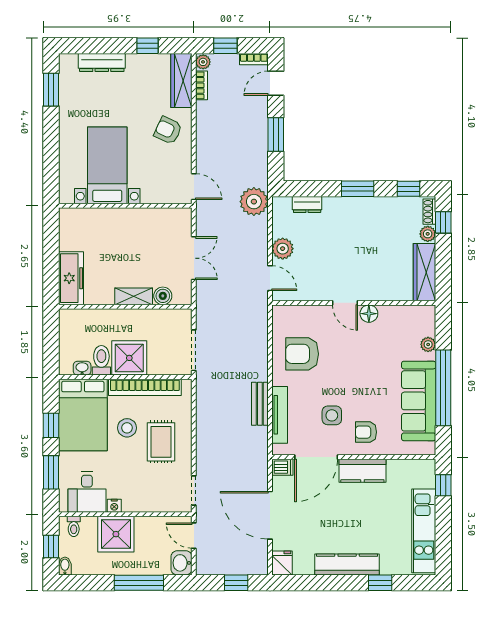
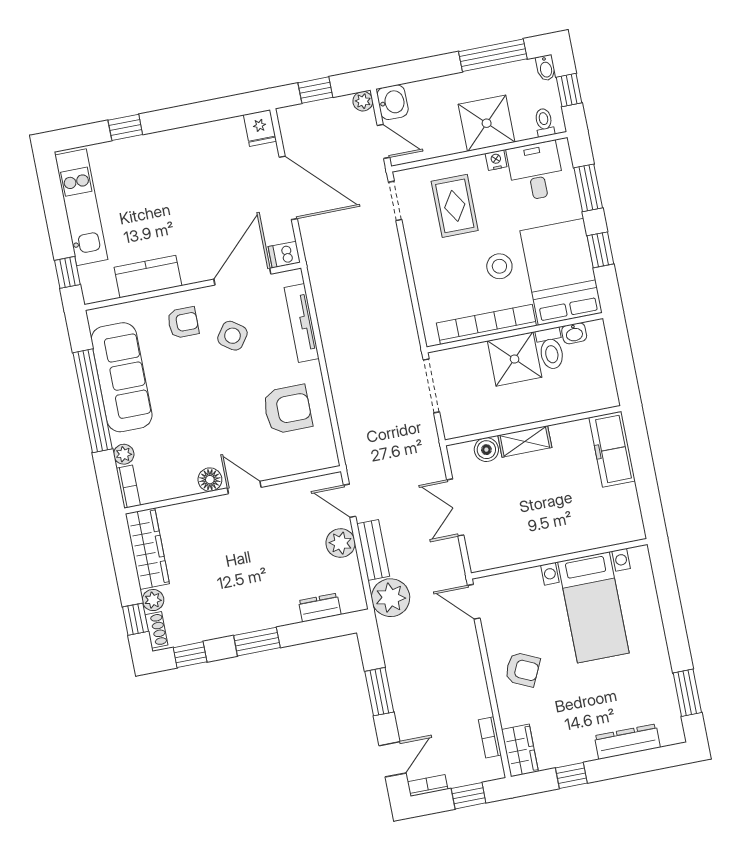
plant: (203, 62) -> (363, 101), moved
wardrobe: (181, 81) -> (520, 750), width x0.67
bookcase: (429, 320) -> (128, 487), added
bench: (260, 404) -> (373, 550), moved
side table: (332, 415) -> (232, 336), turned 35
rug: (161, 442) -> (455, 206), moved
kitchen counter: (362, 471) -> (148, 276), moved
kitchen counter: (347, 564) -> (174, 143), removed
window: (139, 583) -> (493, 55), moved

